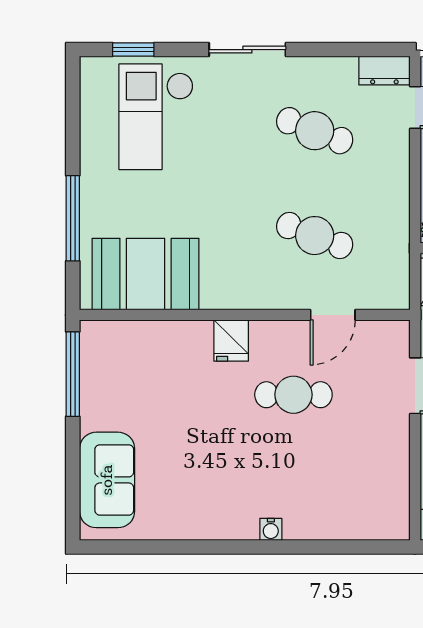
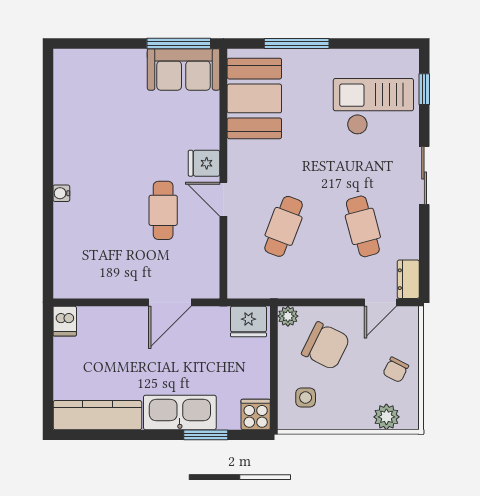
cafe table: (315, 131) -> (363, 226), turned -36
door: (333, 315) -> (223, 199), moved
sofa: (107, 480) -> (184, 69), moved

